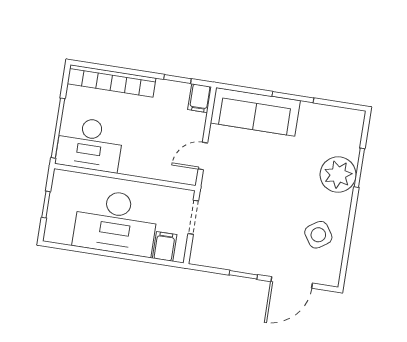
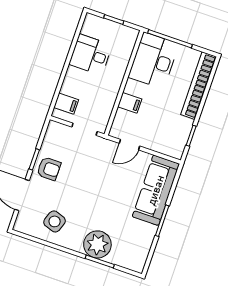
filing cabinet: (200, 98) -> (130, 103), moved, turned 180
door: (203, 156) -> (130, 145), swing flipped
desk: (116, 222) -> (91, 55), width x0.53, depth x0.77
side table: (318, 235) -> (55, 221), turned -37
armchair: (252, 254) -> (49, 169), added

